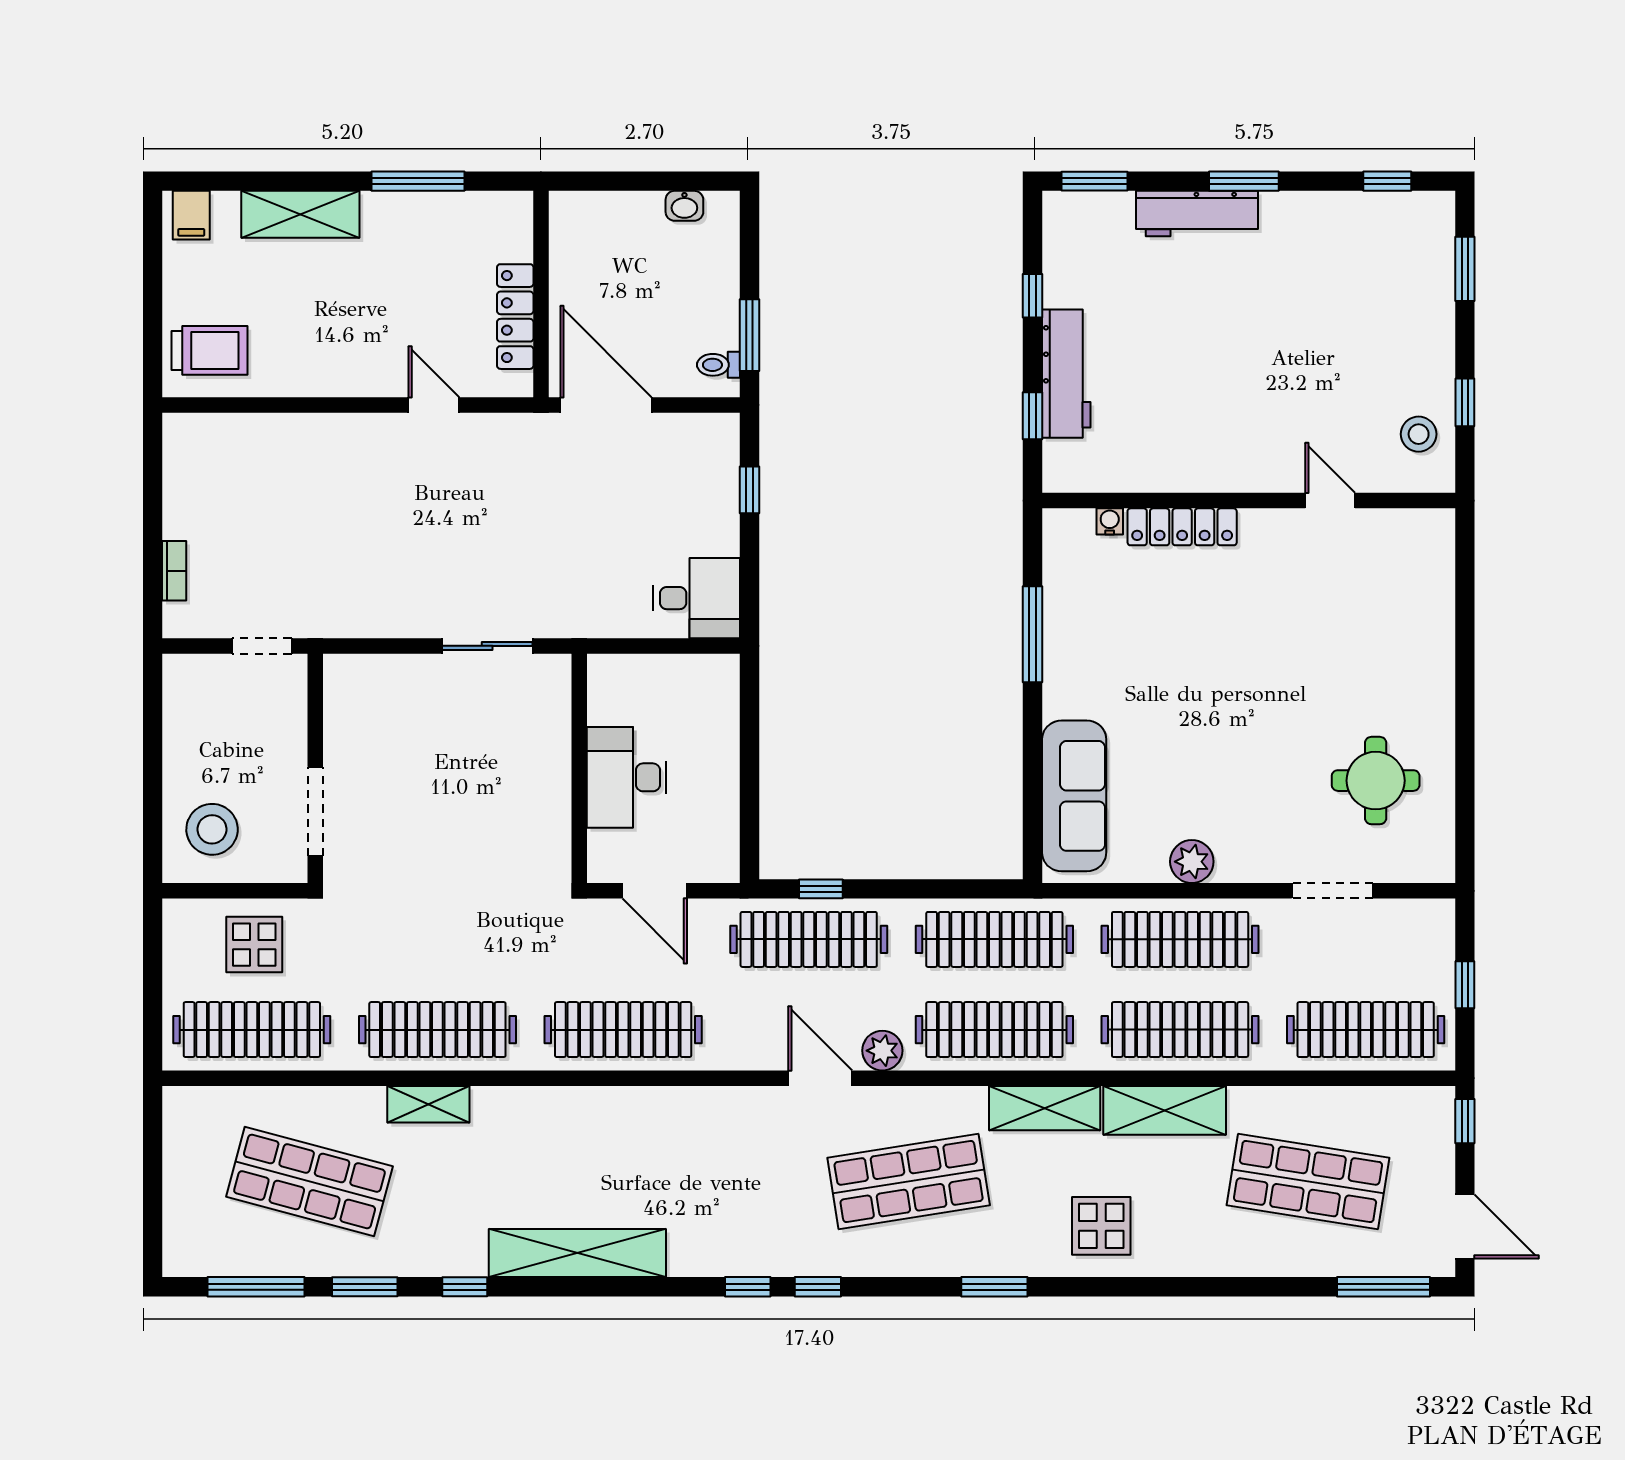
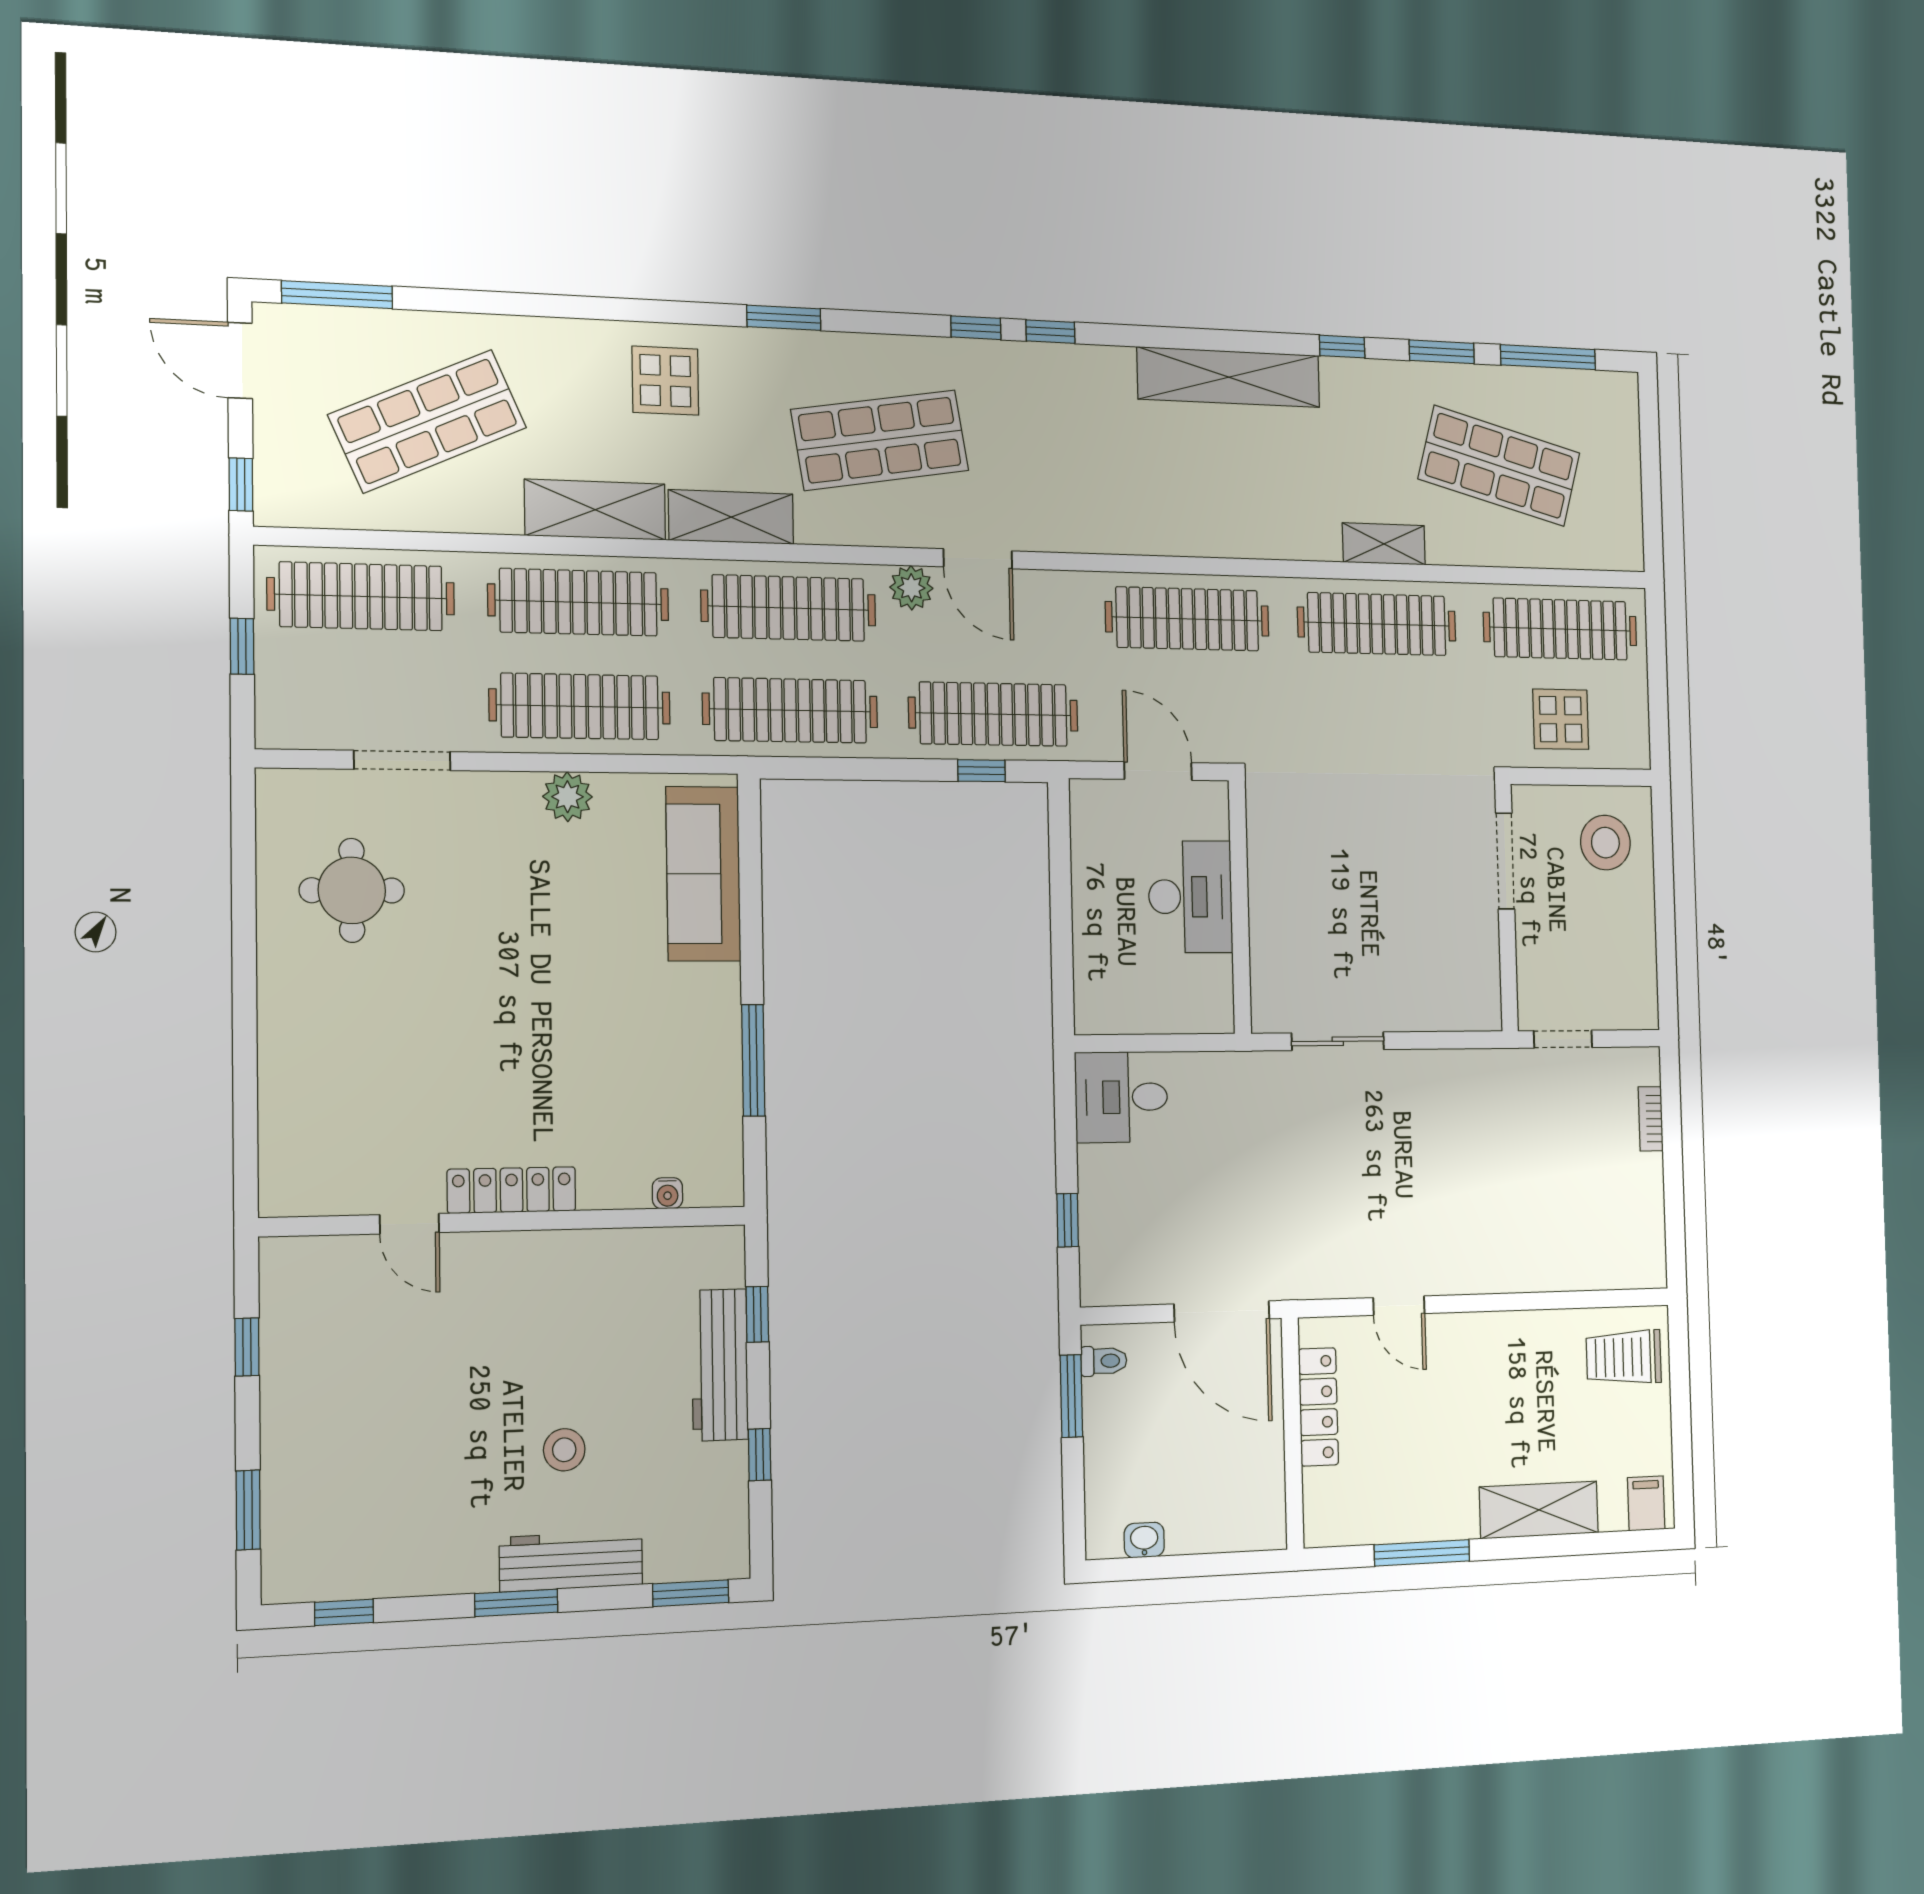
stool: (1419, 434) -> (564, 1450), moved
locker: (1182, 527) -> (512, 1190), moved
shop shelf: (1308, 1182) -> (428, 421), turned -33

